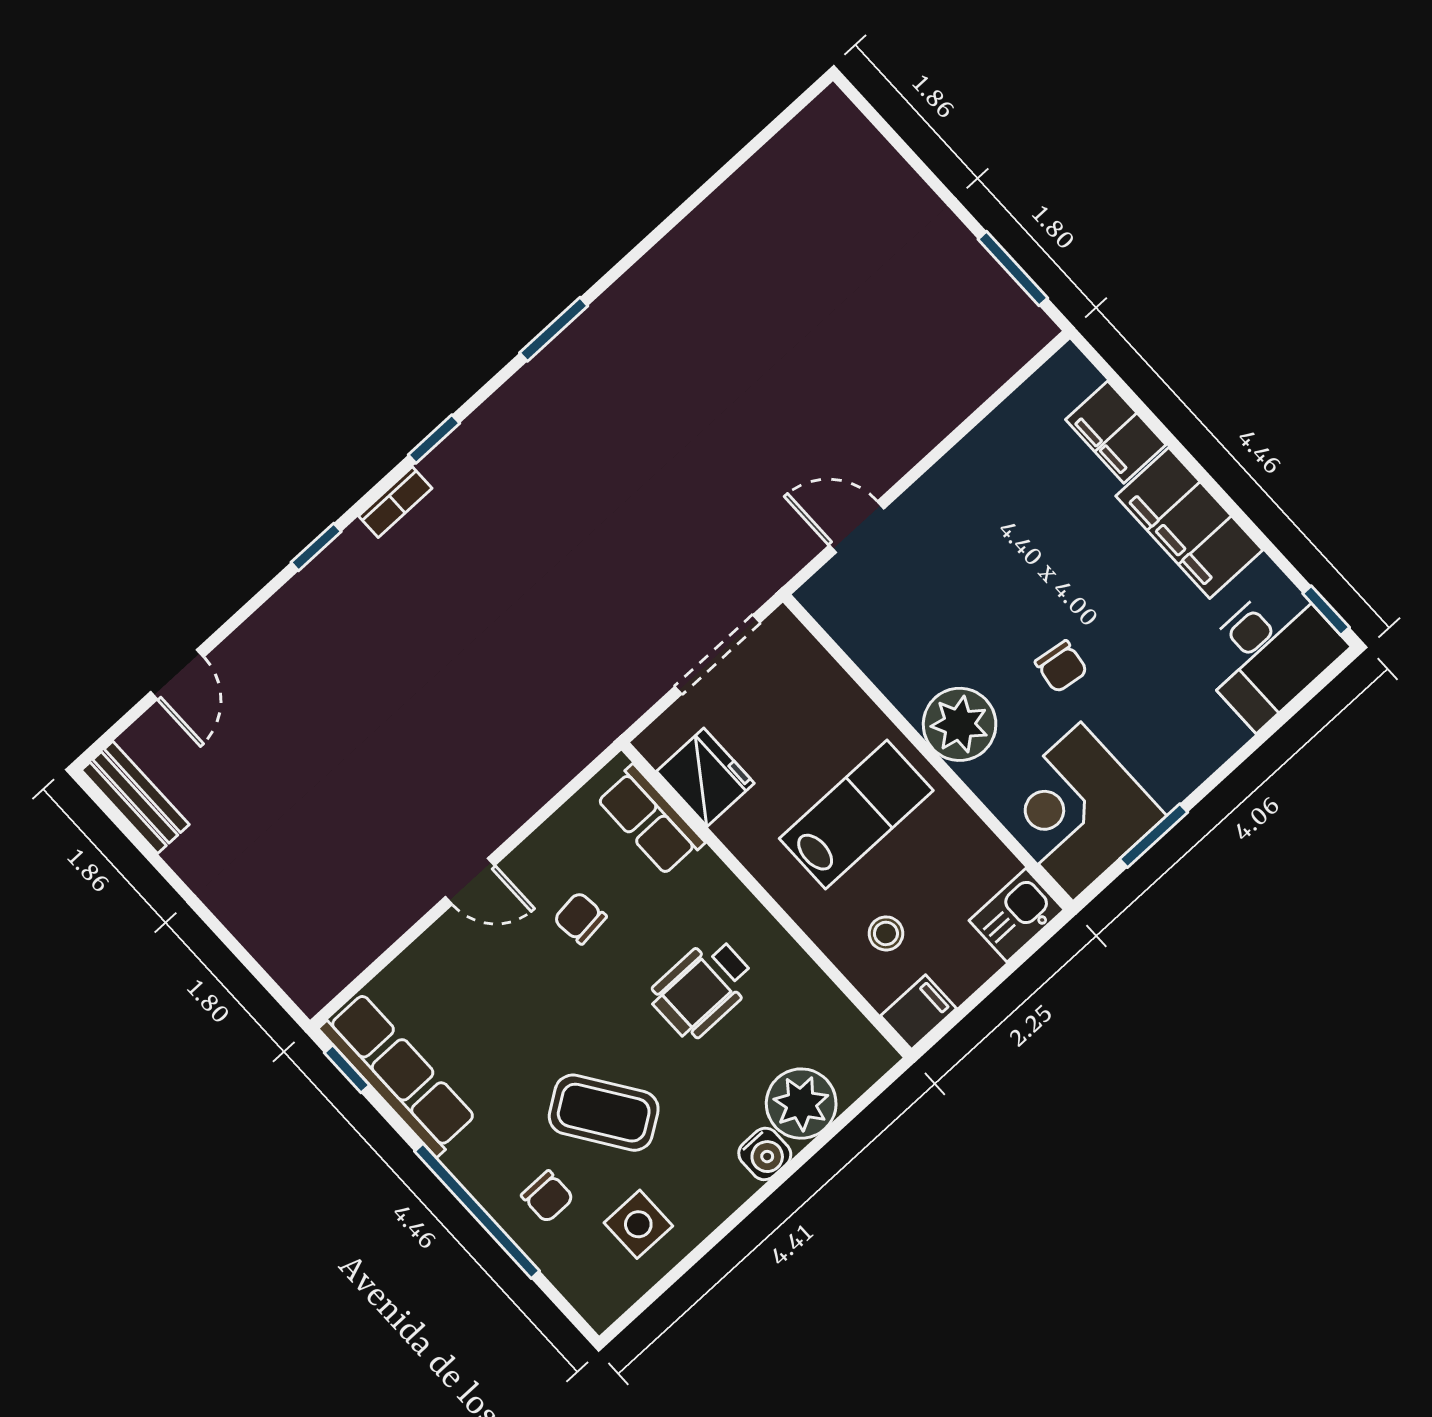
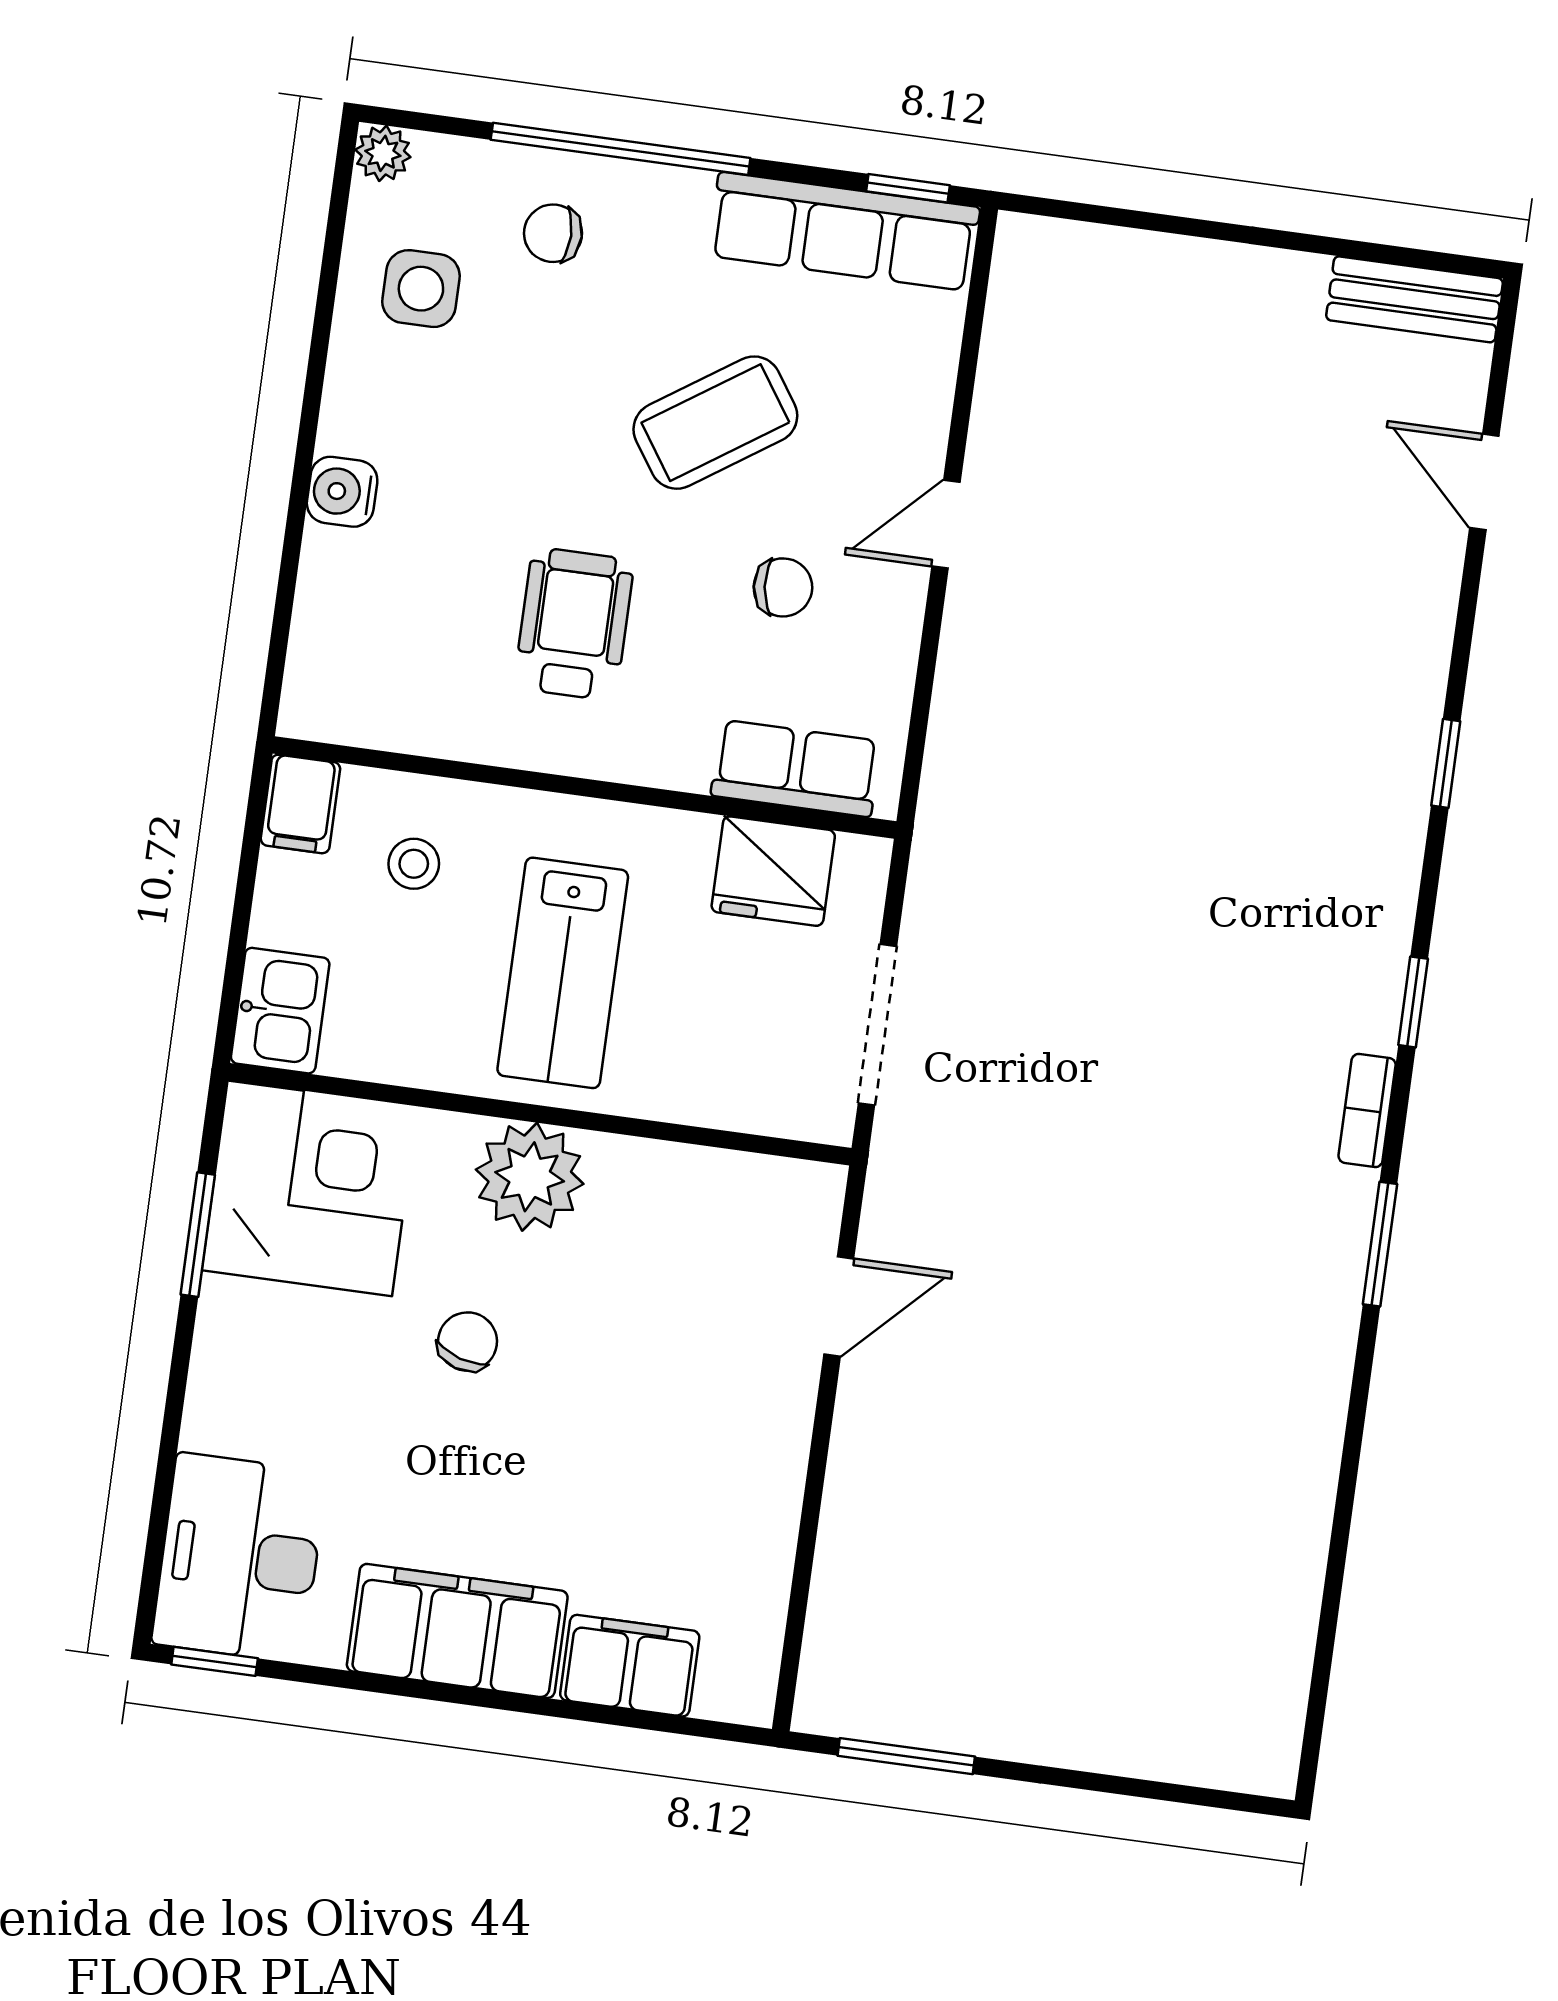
bookcase: (395, 502) -> (1367, 1110), moved
chair: (1061, 667) -> (468, 1342), turned 99
plant: (801, 1104) -> (383, 153), moved, width x0.53, depth x0.53
coffee table: (604, 1113) -> (715, 423), moved

